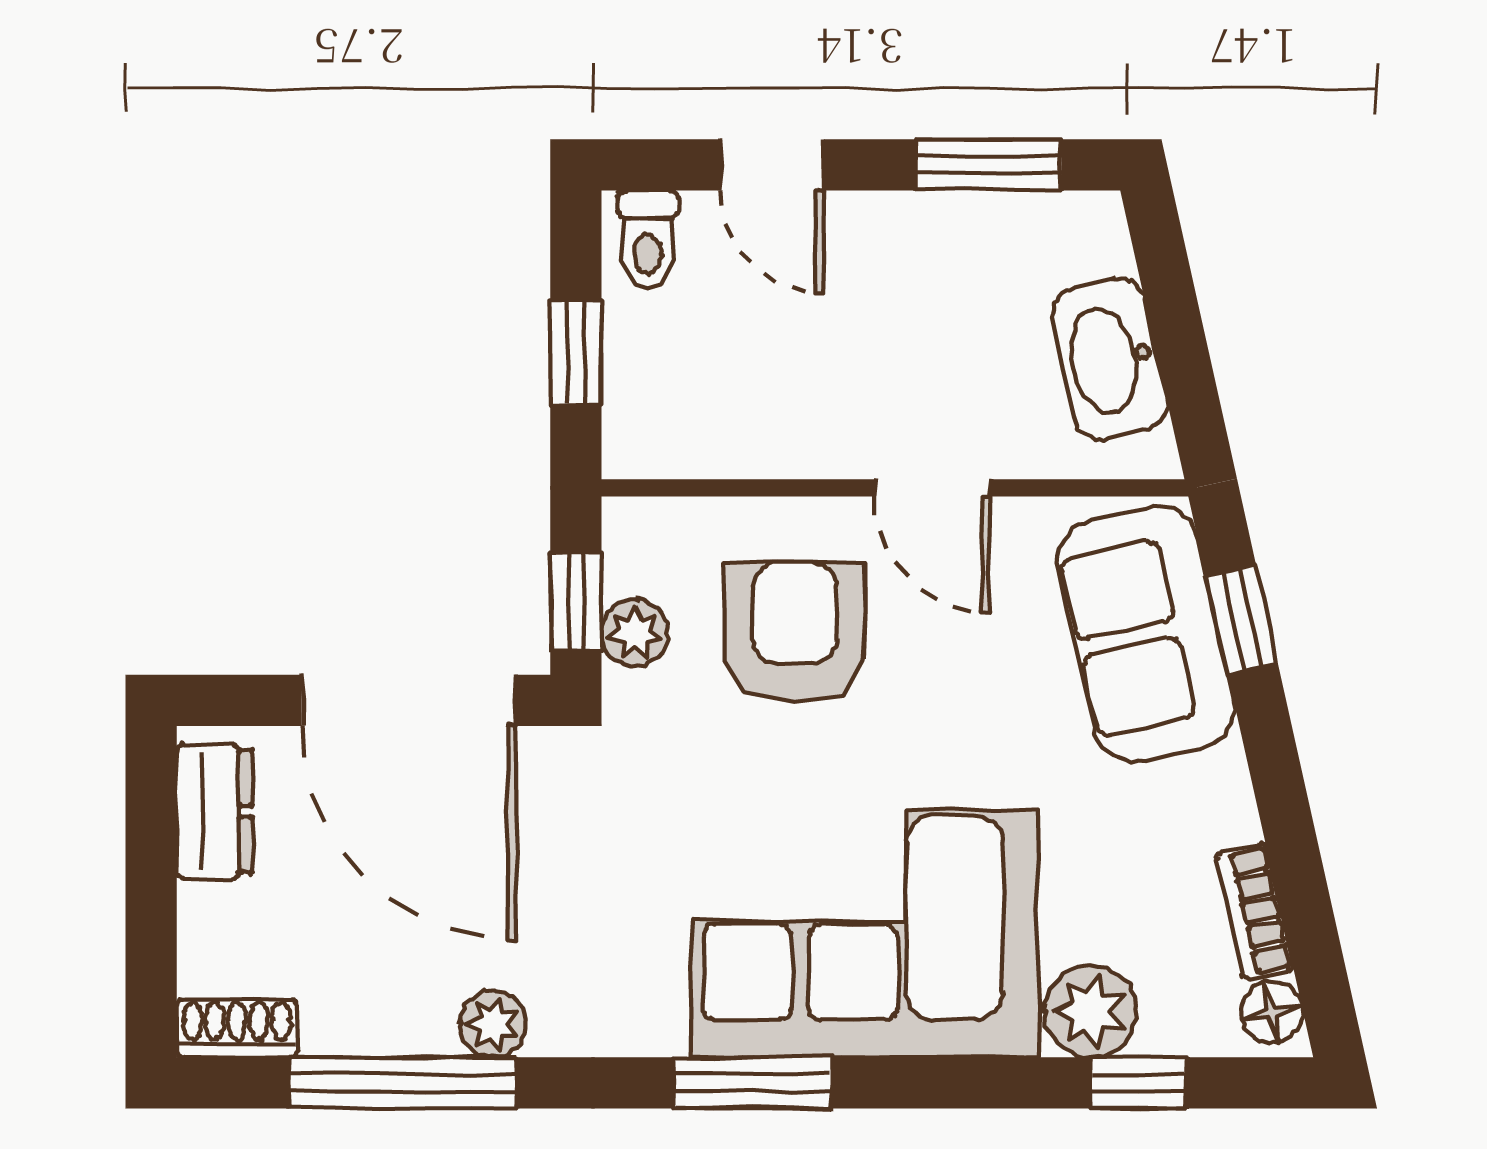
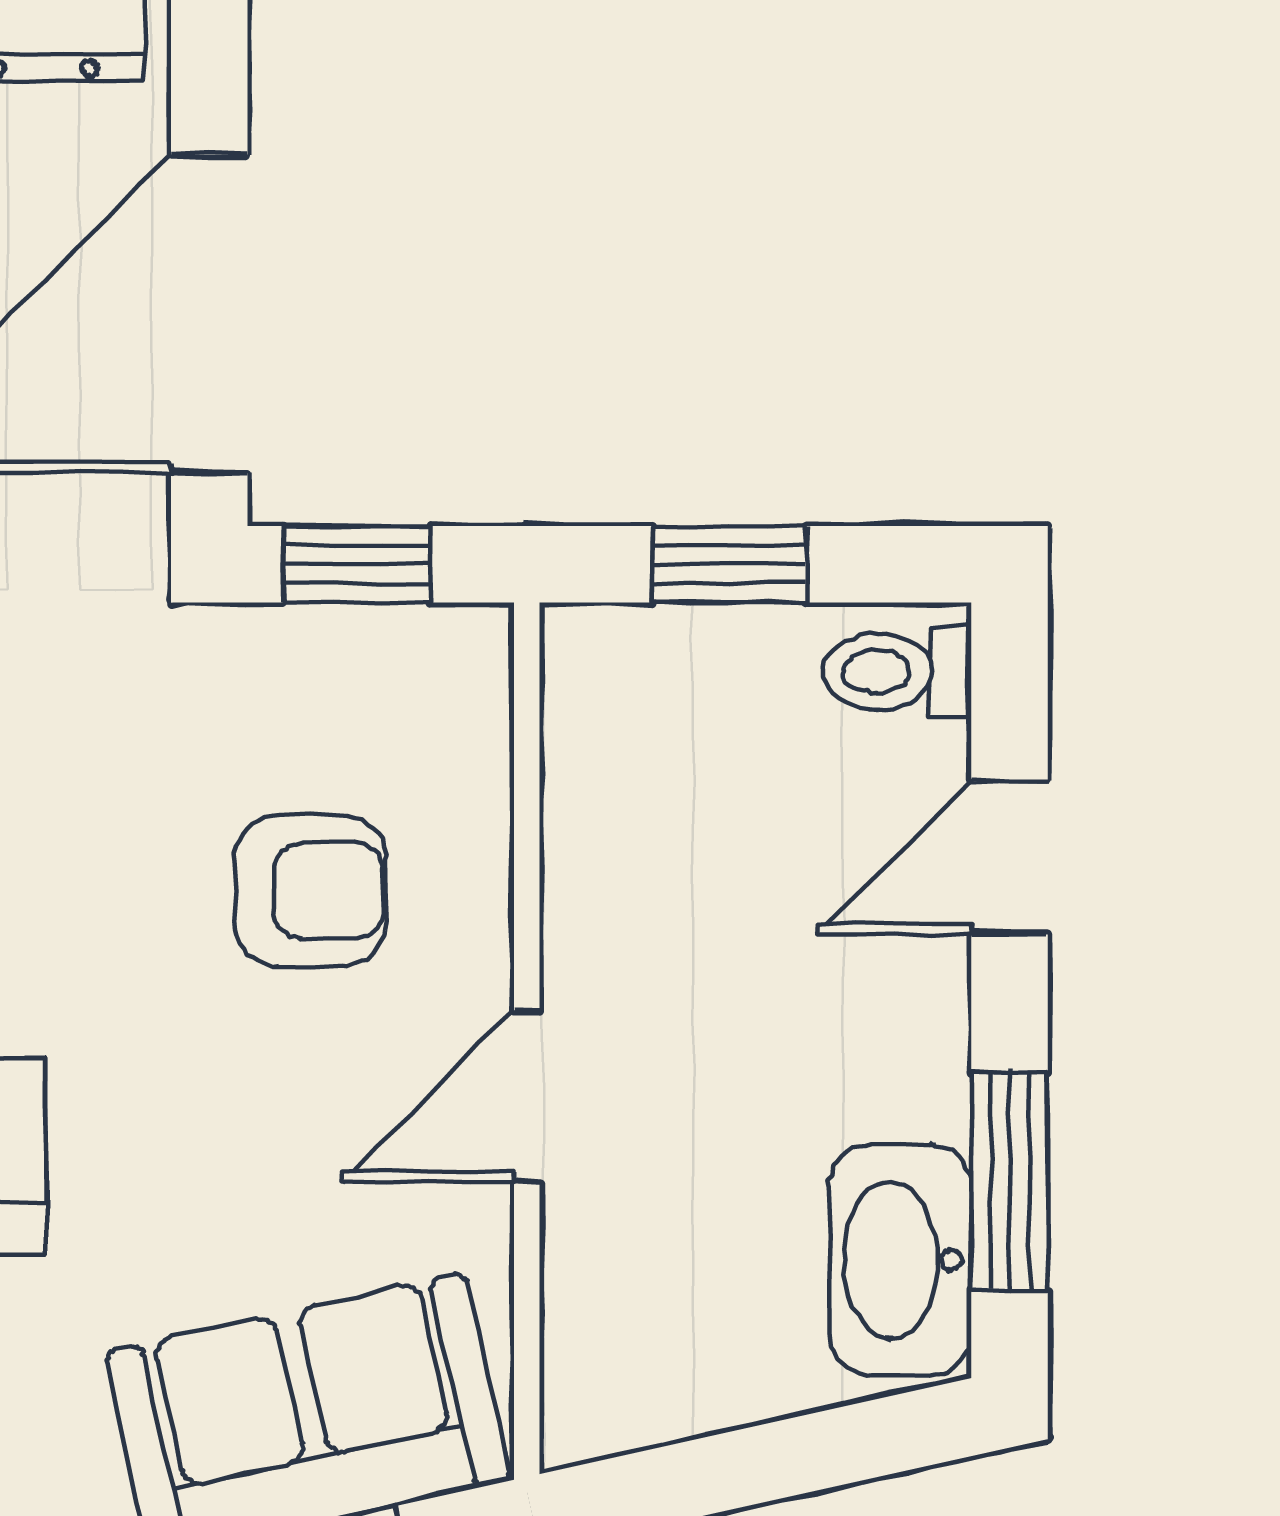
washbasin: (1109, 359) -> (901, 1260), moved, turned -77
plant: (635, 633) -> (310, 652), removed
armchair: (795, 633) -> (310, 891), width x0.72, depth x0.72

